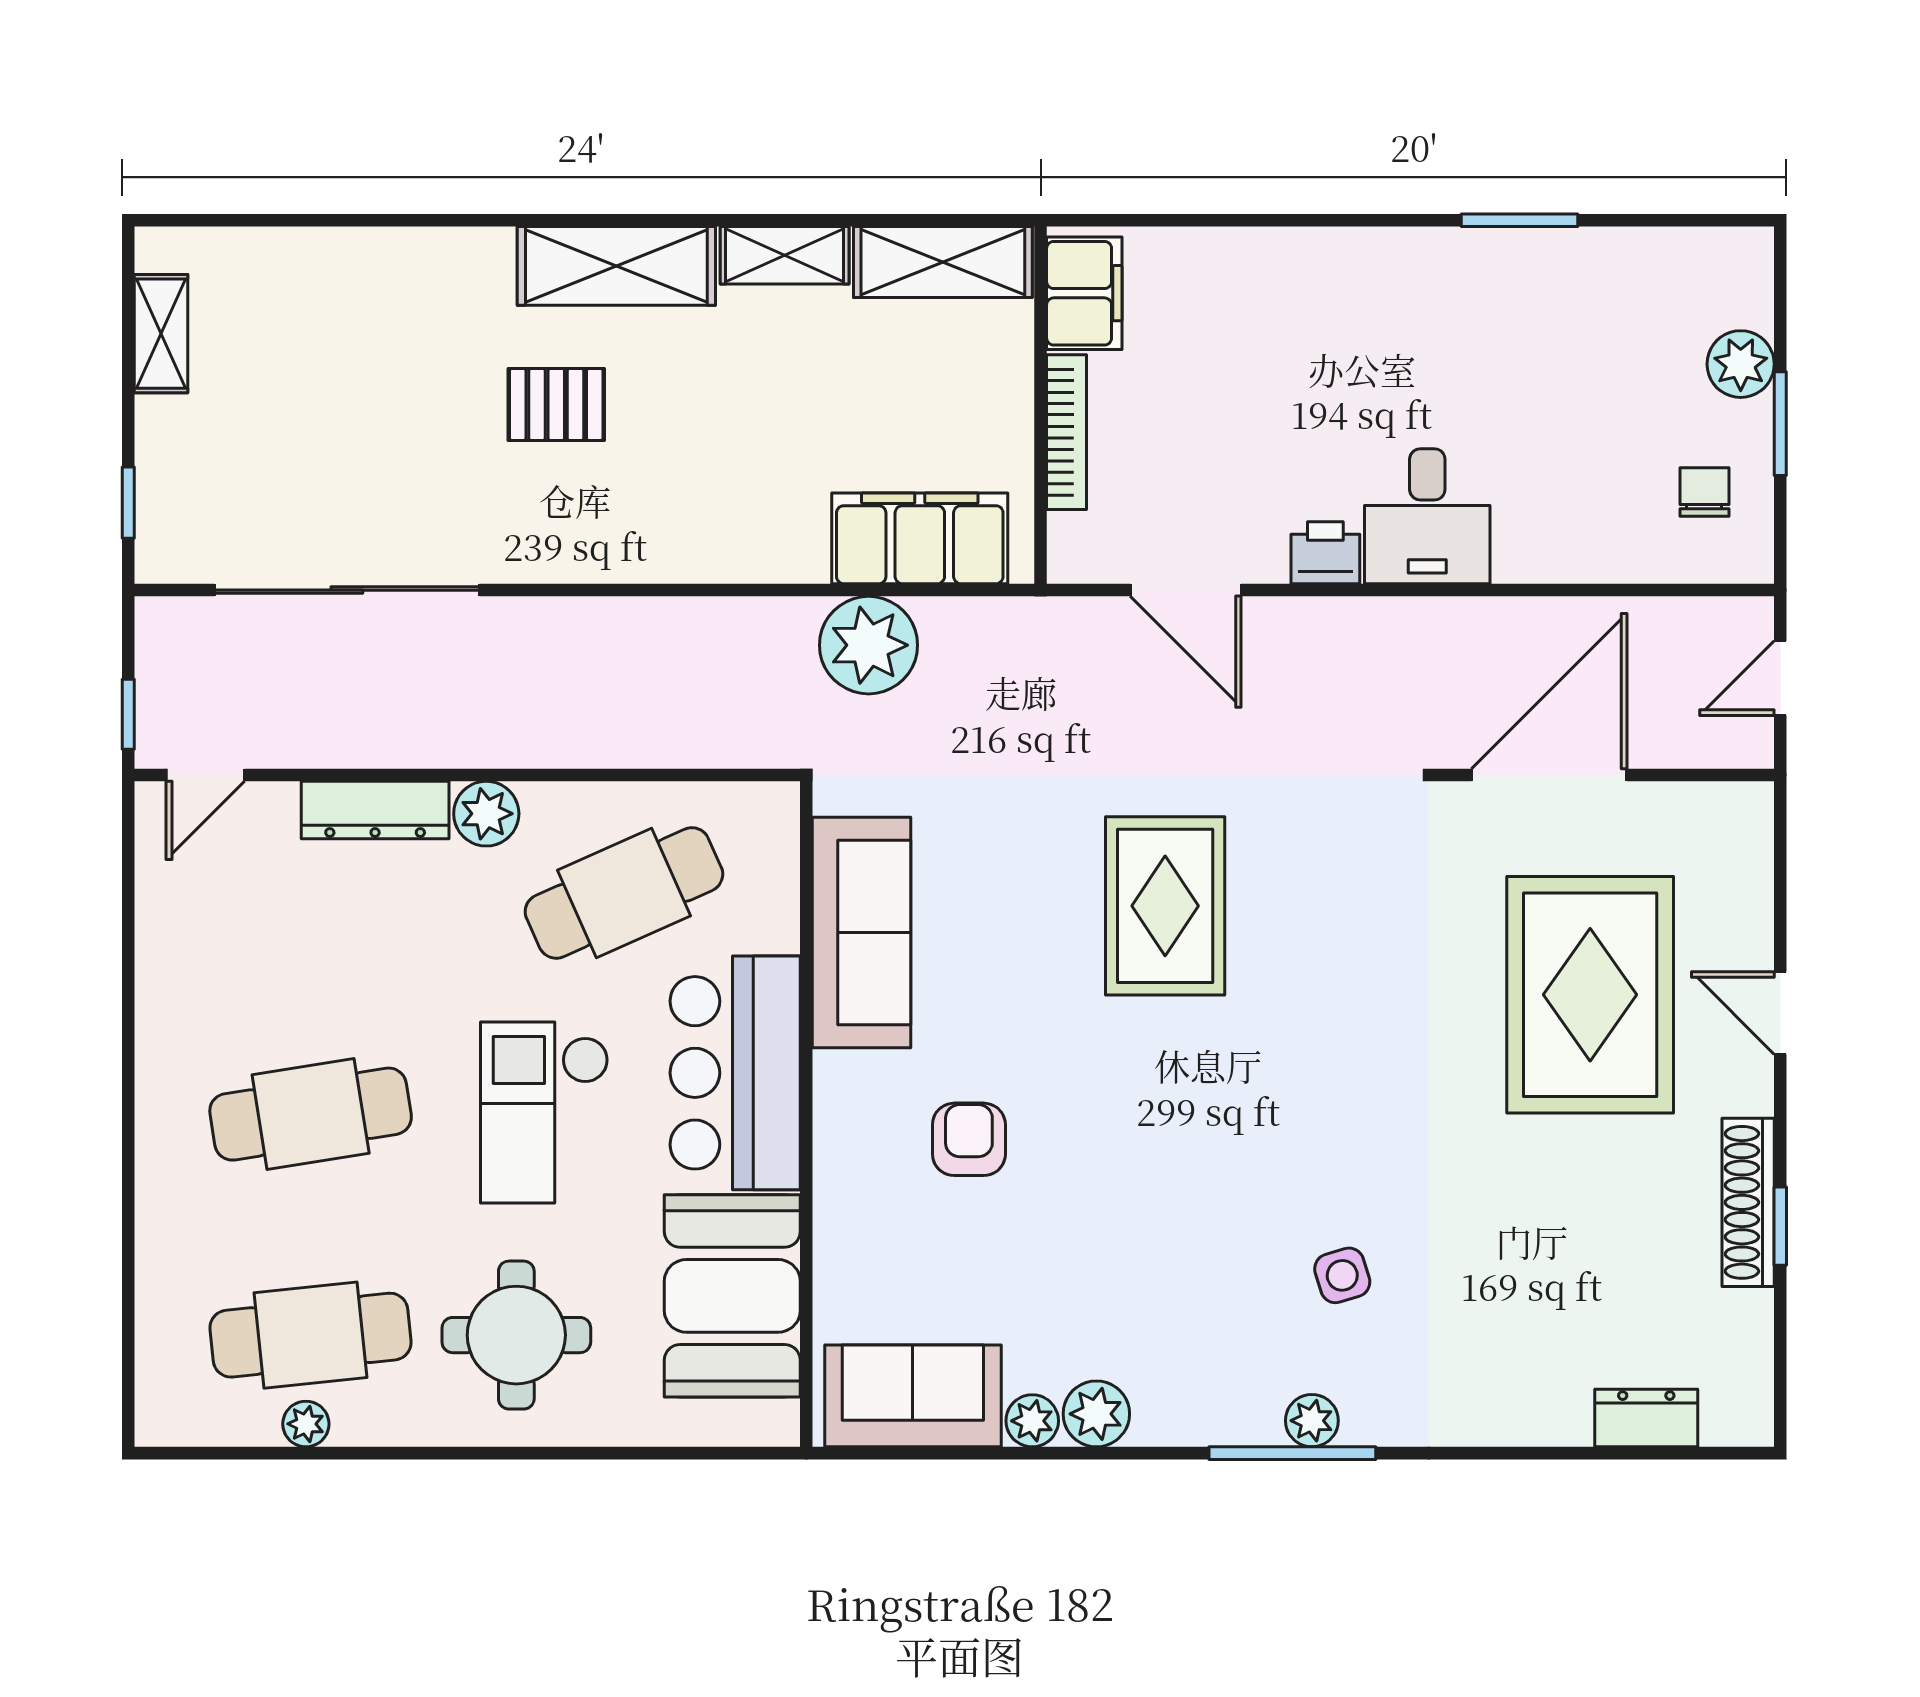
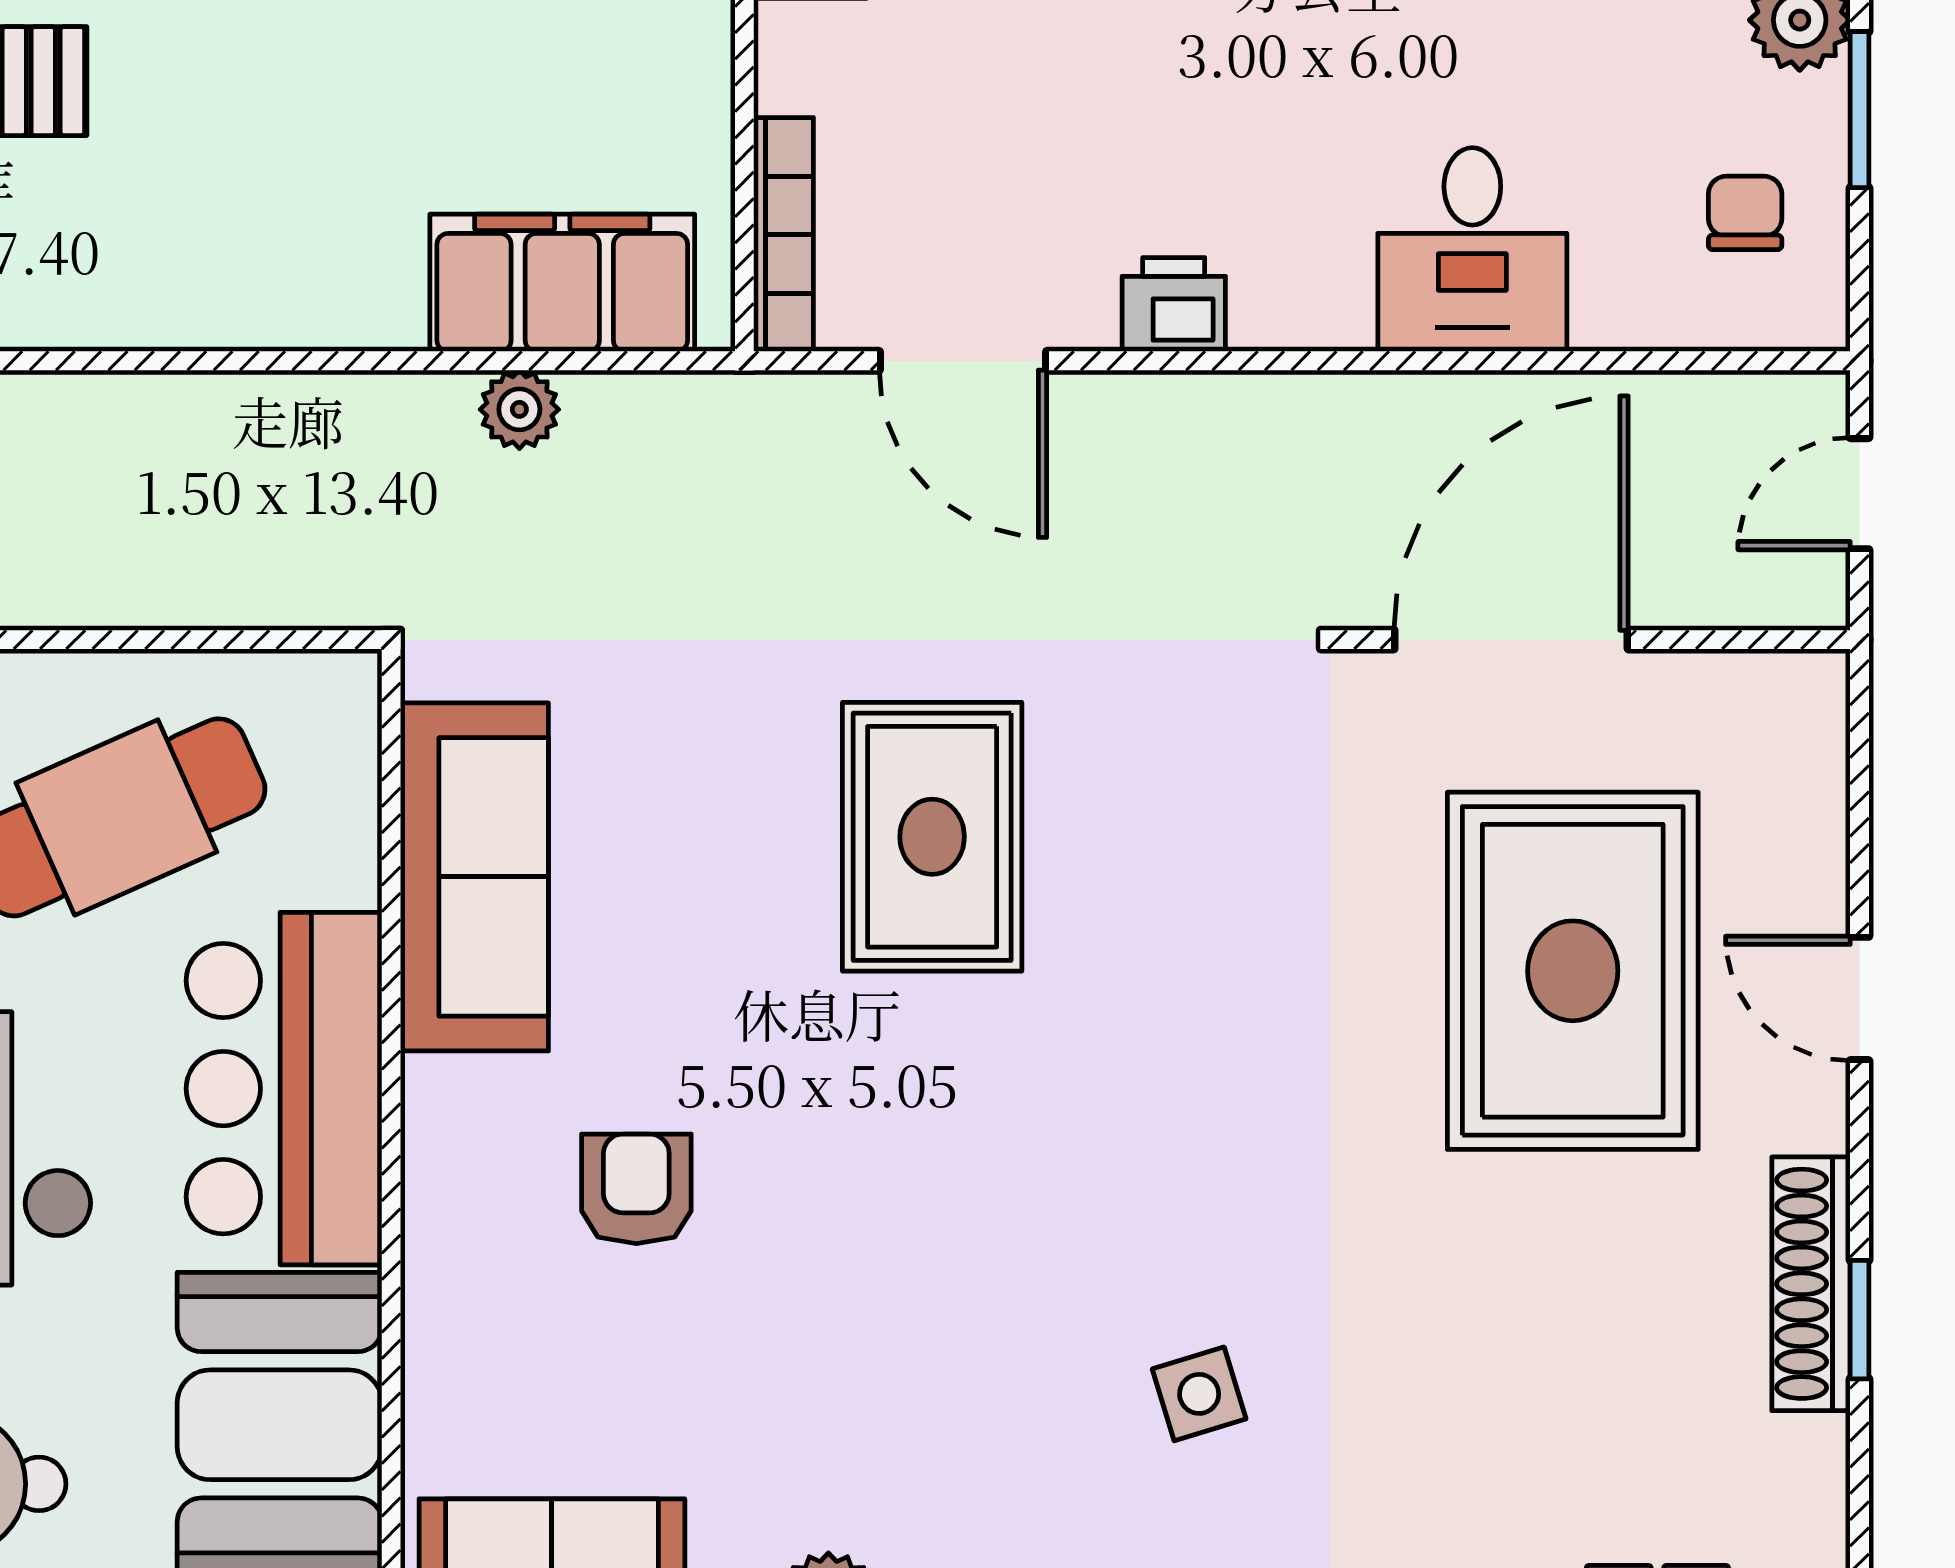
bookcase: (1067, 432) -> (784, 235), moved
desk: (1427, 516) -> (1472, 250), moved
plant: (869, 645) -> (519, 409), width x0.53, depth x0.53

